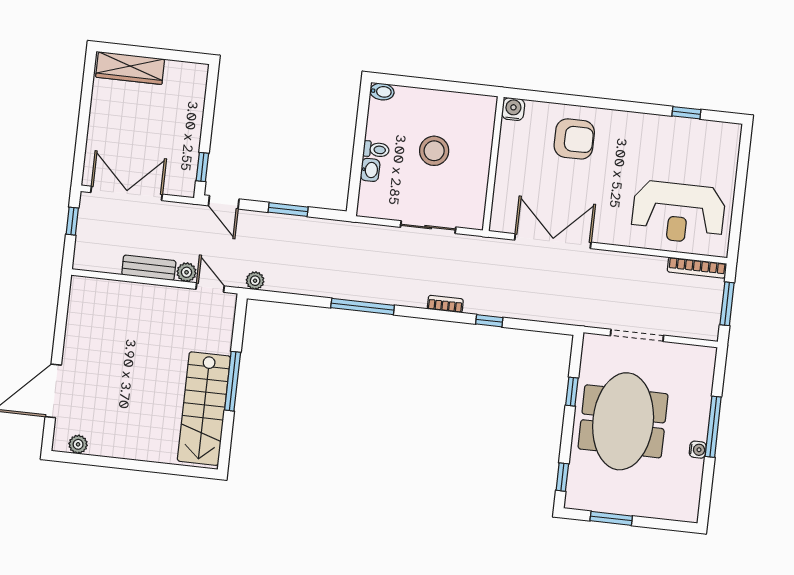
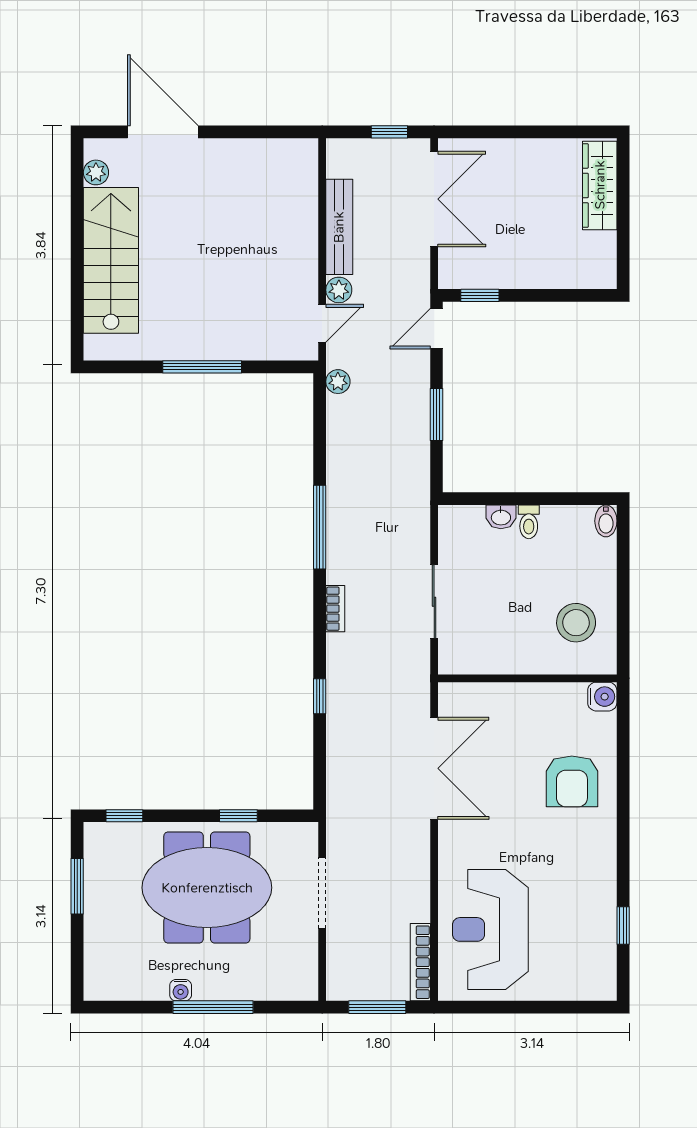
stool: (434, 151) -> (576, 623), moved
bench: (149, 268) -> (339, 227), width x1.36
bookcase: (445, 304) -> (335, 609), moved
stairs: (204, 409) -> (111, 260), moved, turned 90

